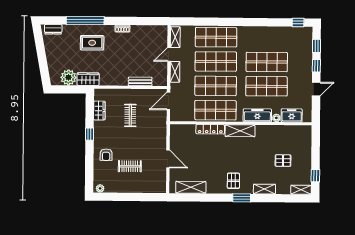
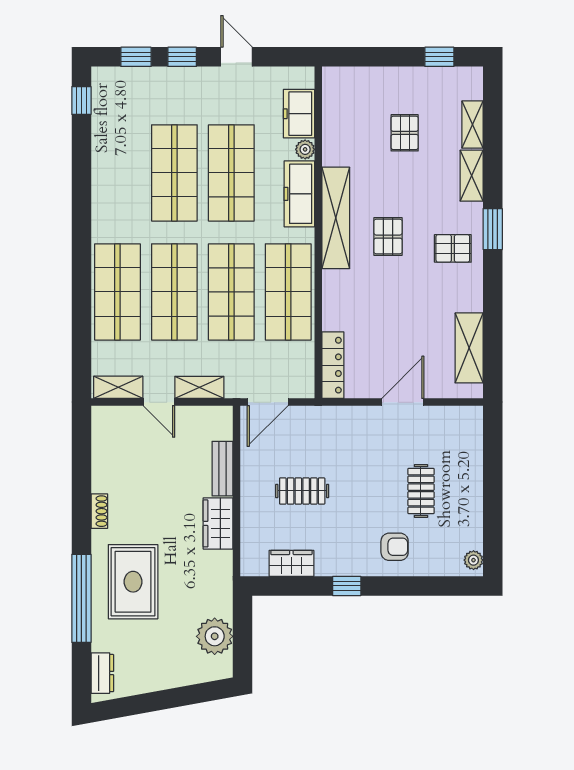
rug: (92, 43) -> (133, 582), width x1.36, depth x1.43
wardrobe: (88, 79) -> (218, 523), moved
door: (168, 101) -> (268, 402), hinge flipped
locker: (210, 129) -> (333, 365), moved
shelving: (240, 131) -> (336, 218), width x1.47
pallet: (239, 153) -> (388, 237), added
shelving: (301, 190) -> (472, 125), moved

